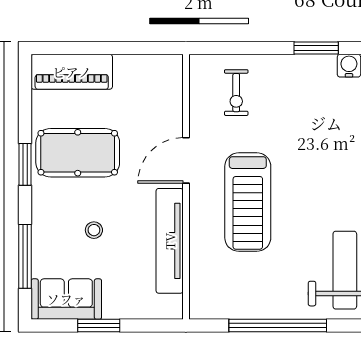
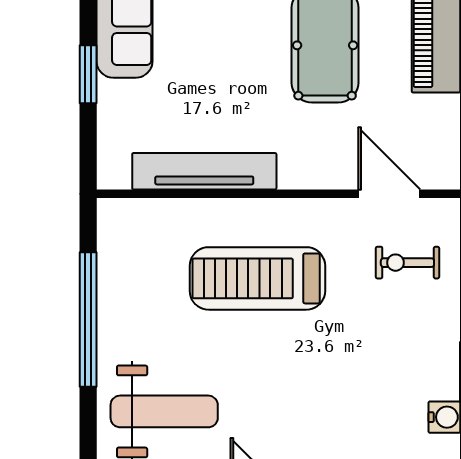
door: (186, 160) -> (389, 194), moved
stool: (94, 230) -> (219, 68), removed

